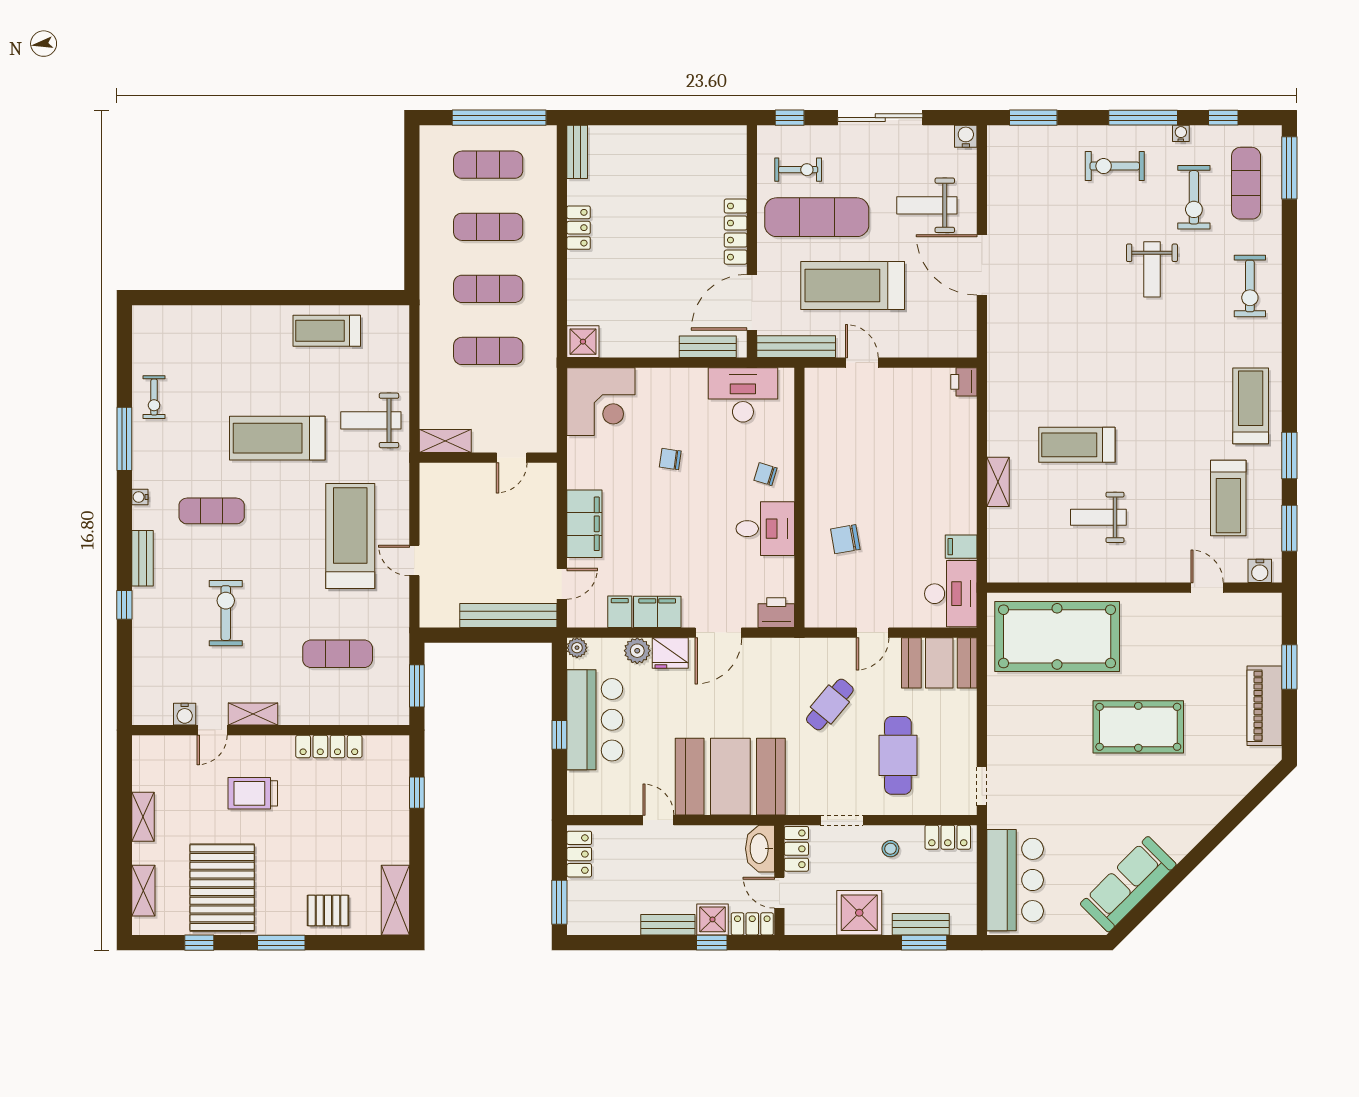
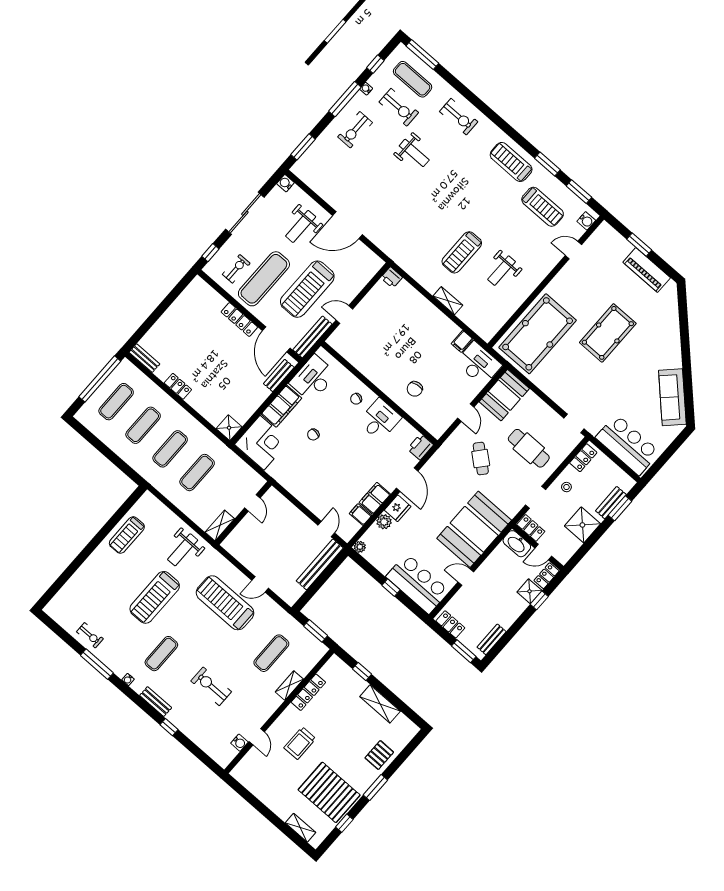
filing cabinet: (584, 524) -> (281, 406), moved, turned 90
shelving: (253, 714) -> (289, 685), moved
bar counter: (595, 720) -> (418, 584), moved
shelving: (143, 817) -> (268, 800), removed
shelving: (395, 900) -> (380, 704), moved
bench: (668, 925) -> (492, 639), moved

